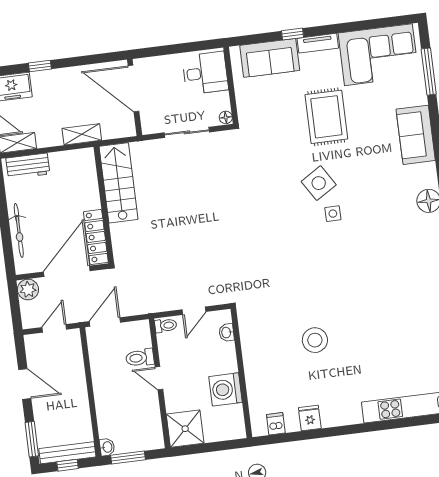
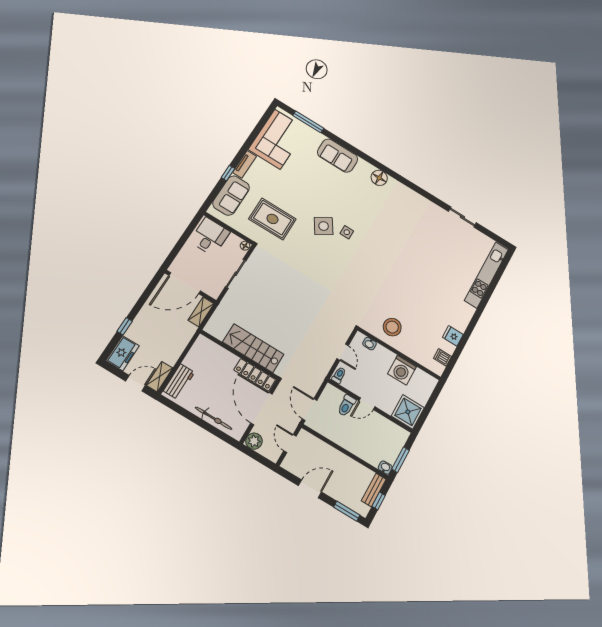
rug: (326, 117) -> (272, 219), moved
shelving: (82, 134) -> (201, 312), moved
stairs: (119, 183) -> (253, 348), moved
stool: (315, 340) -> (392, 327), moved
bench: (67, 453) -> (374, 490), width x0.73

